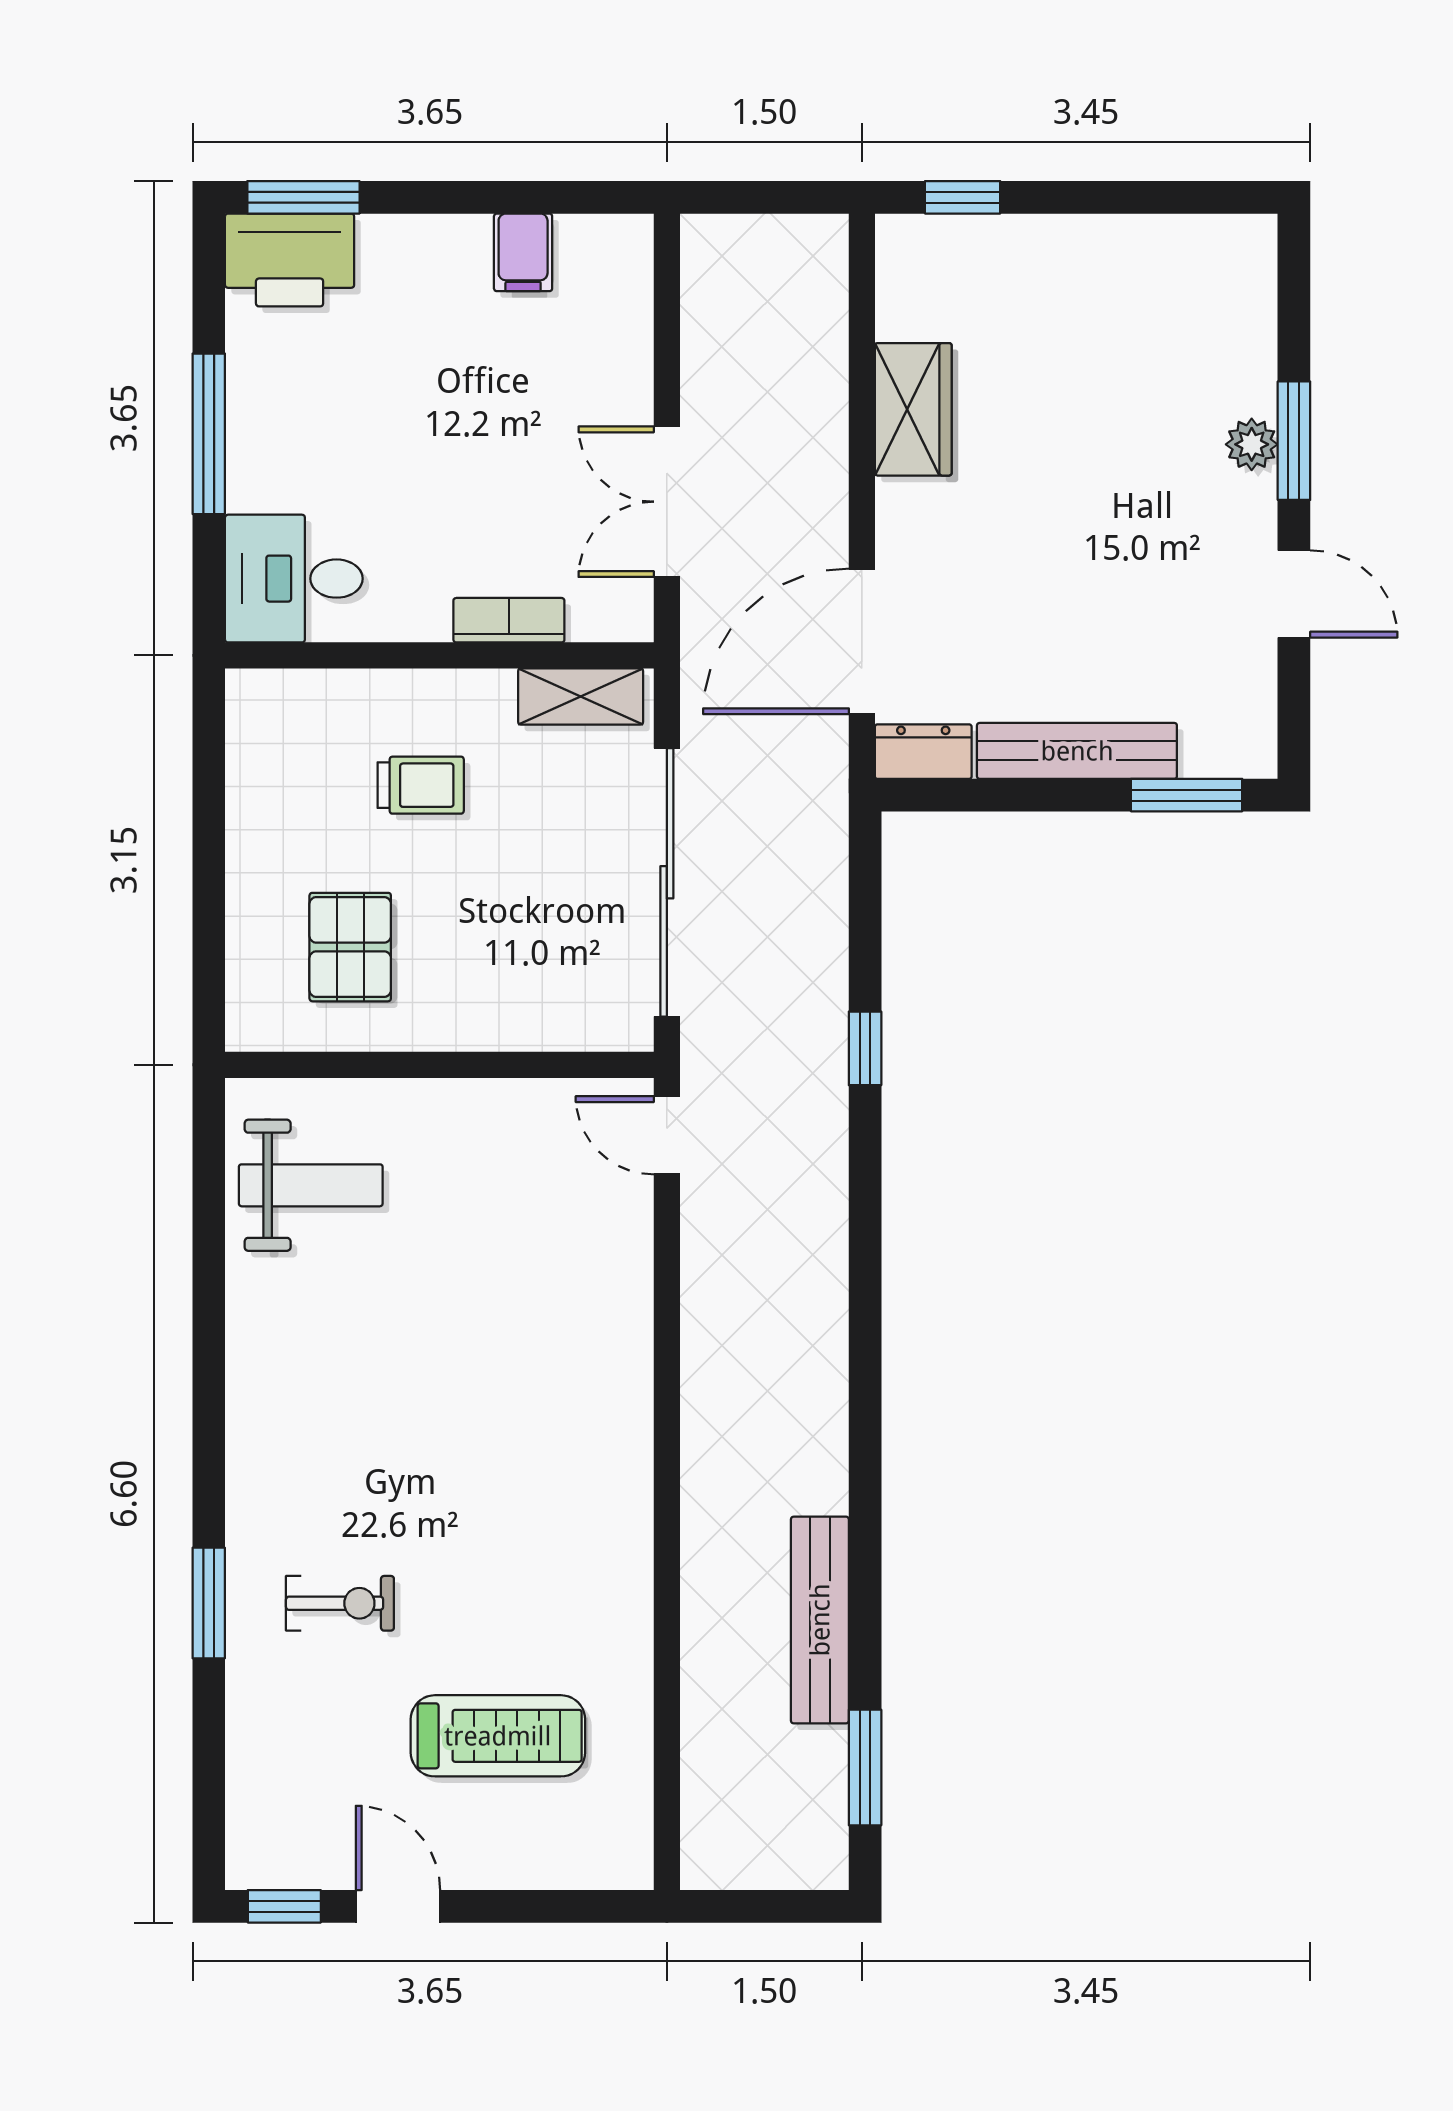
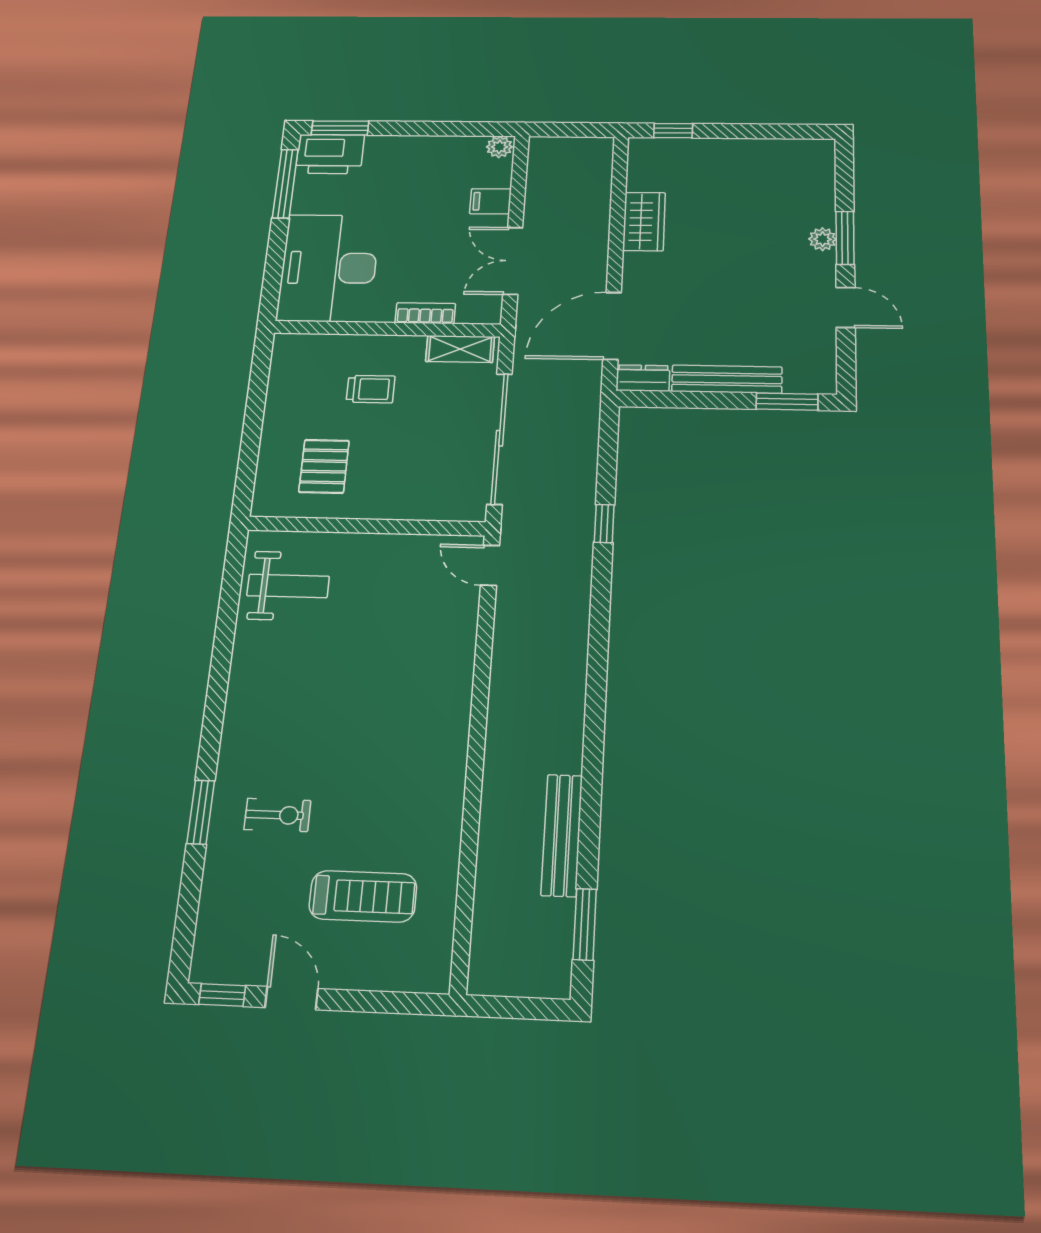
plant: (624, 239) -> (499, 147), added
filing cabinet: (523, 252) -> (490, 201), moved, turned 90
window: (209, 434) -> (285, 184), moved
desk: (294, 579) -> (329, 268), width x1.87, depth x1.30

